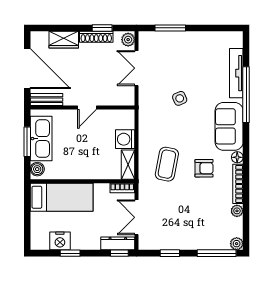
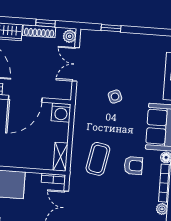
window: (170, 28) -> (111, 28), width x0.67
door: (87, 108) -> (25, 99), width x1.88
washing machine: (125, 139) -> (61, 112), moved, turned -90

